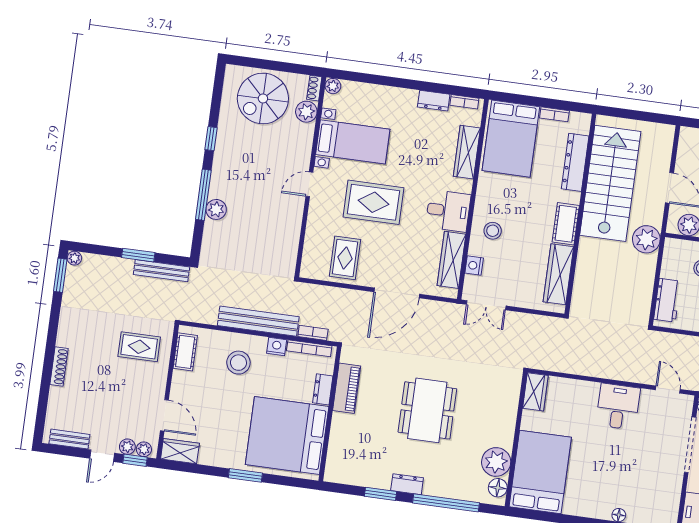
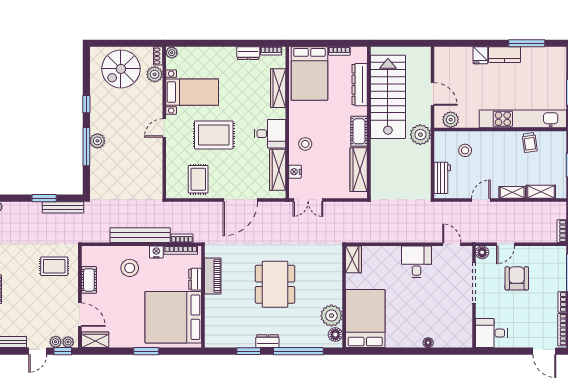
plant: (216, 209) -> (97, 141), moved
cot: (185, 352) -> (89, 280), moved

